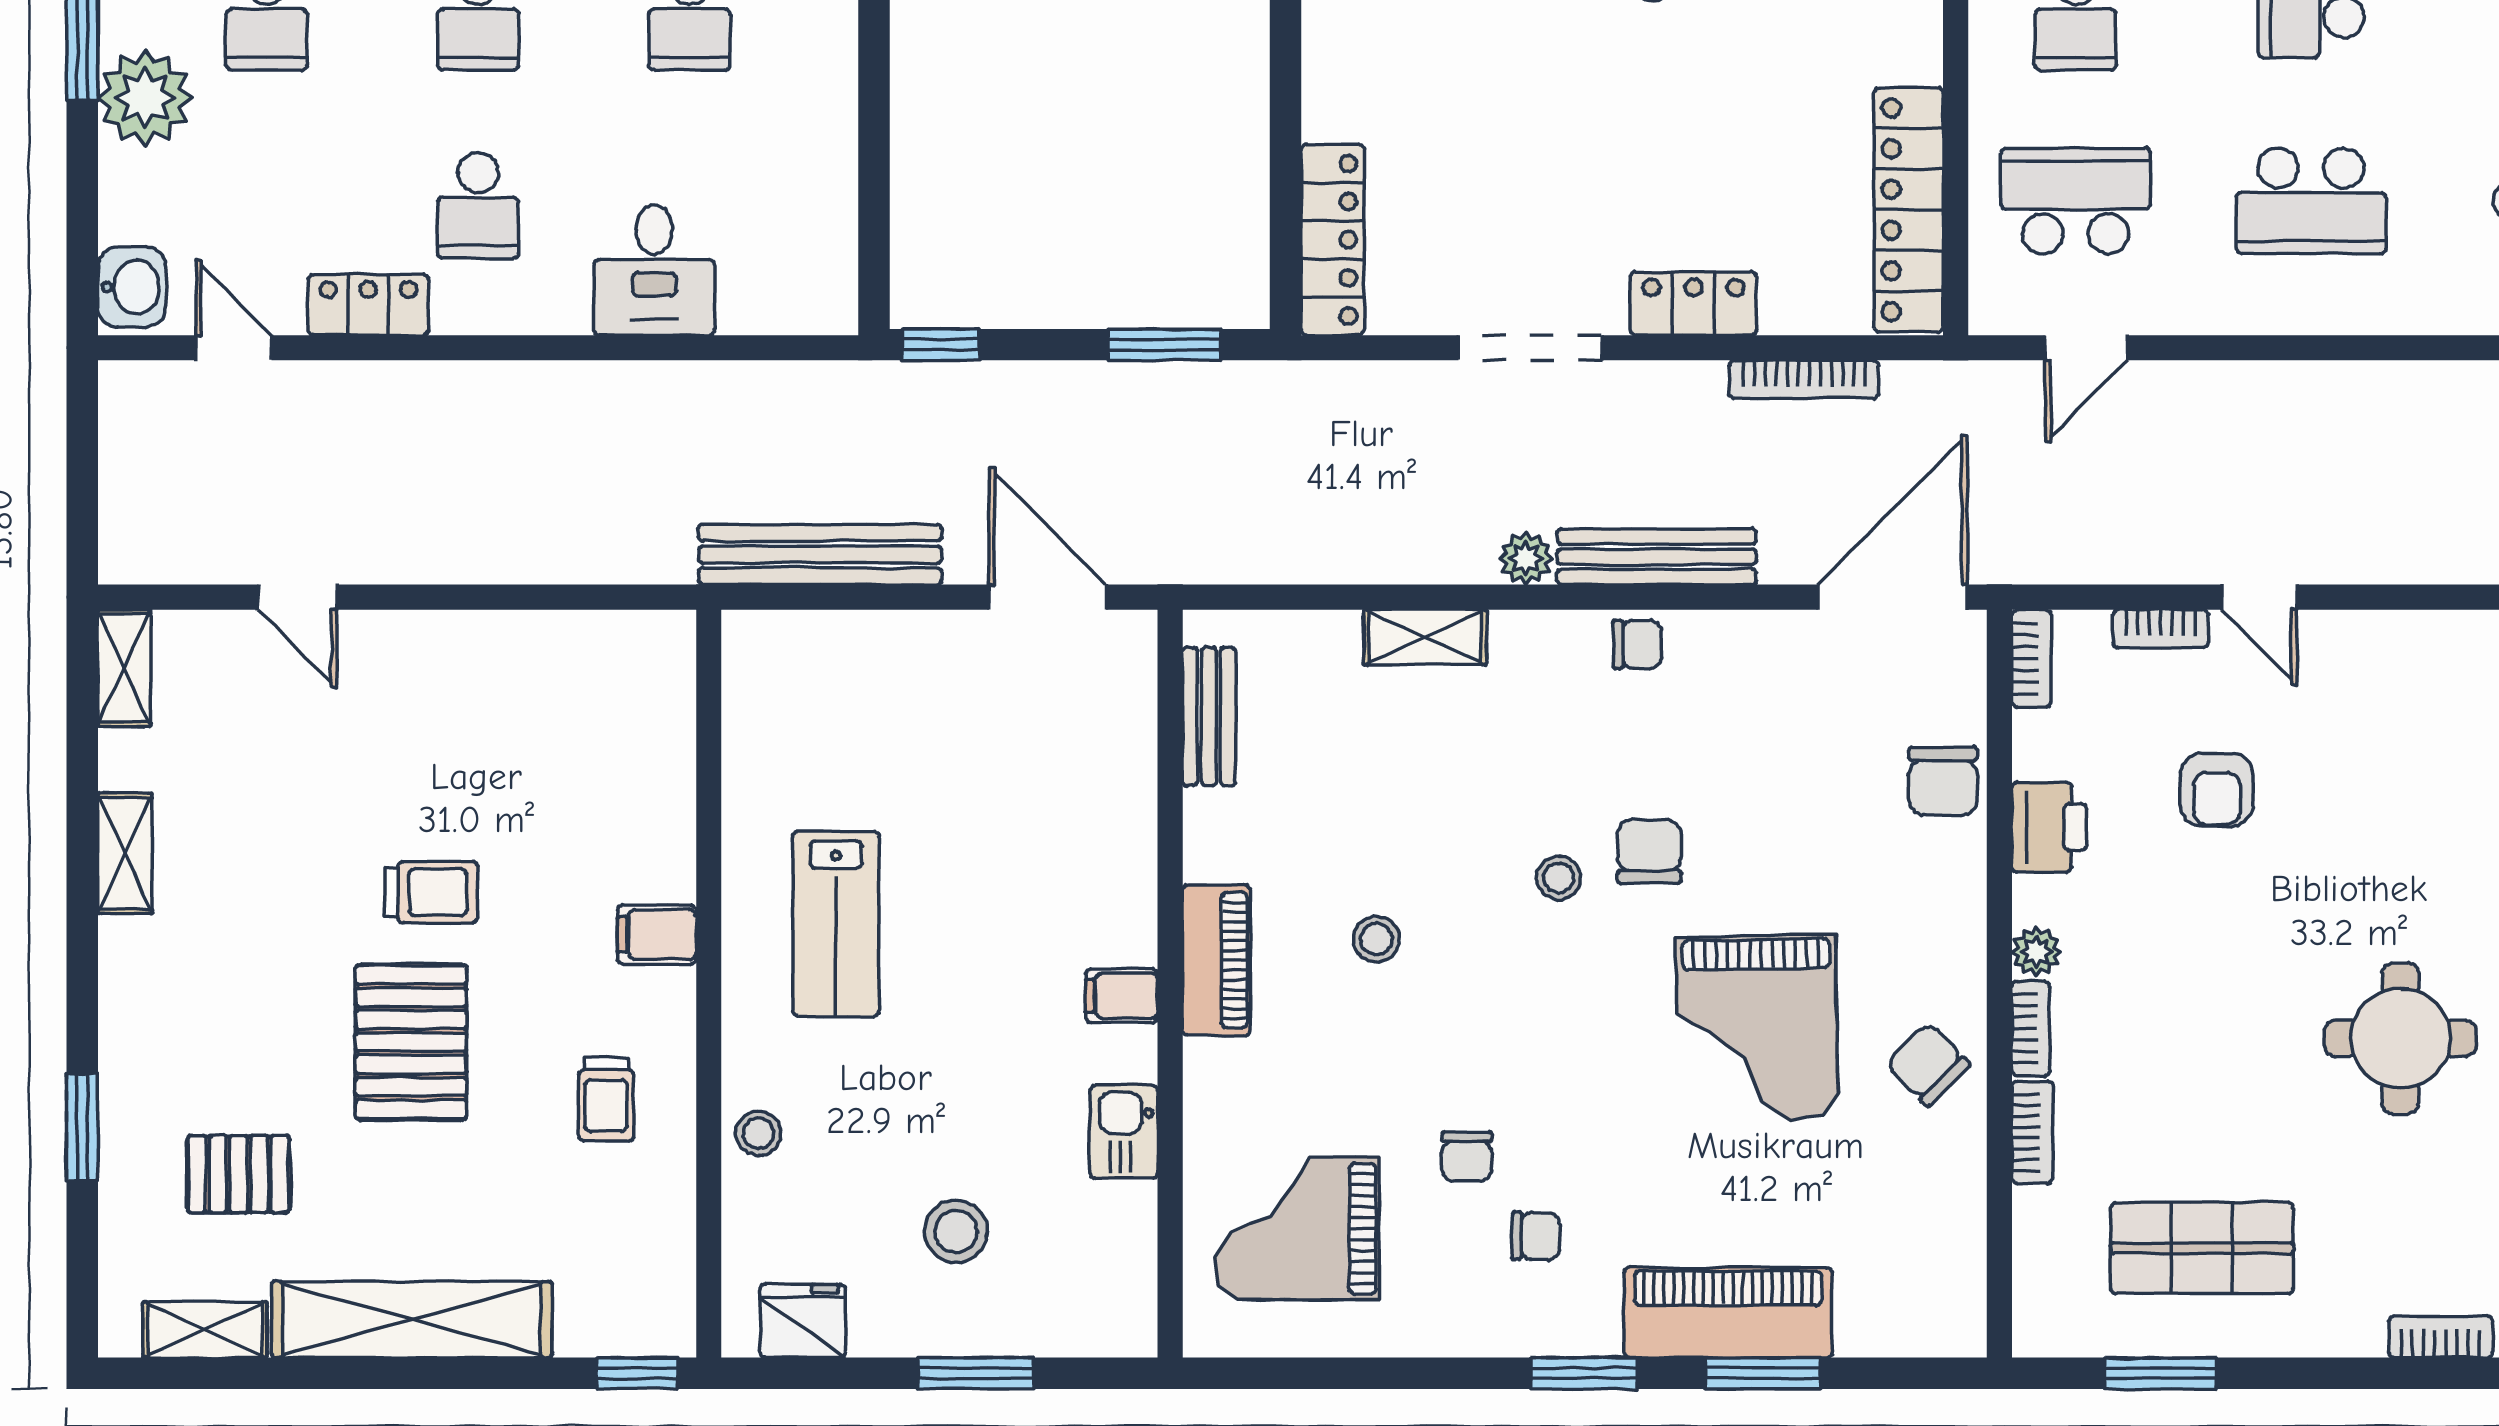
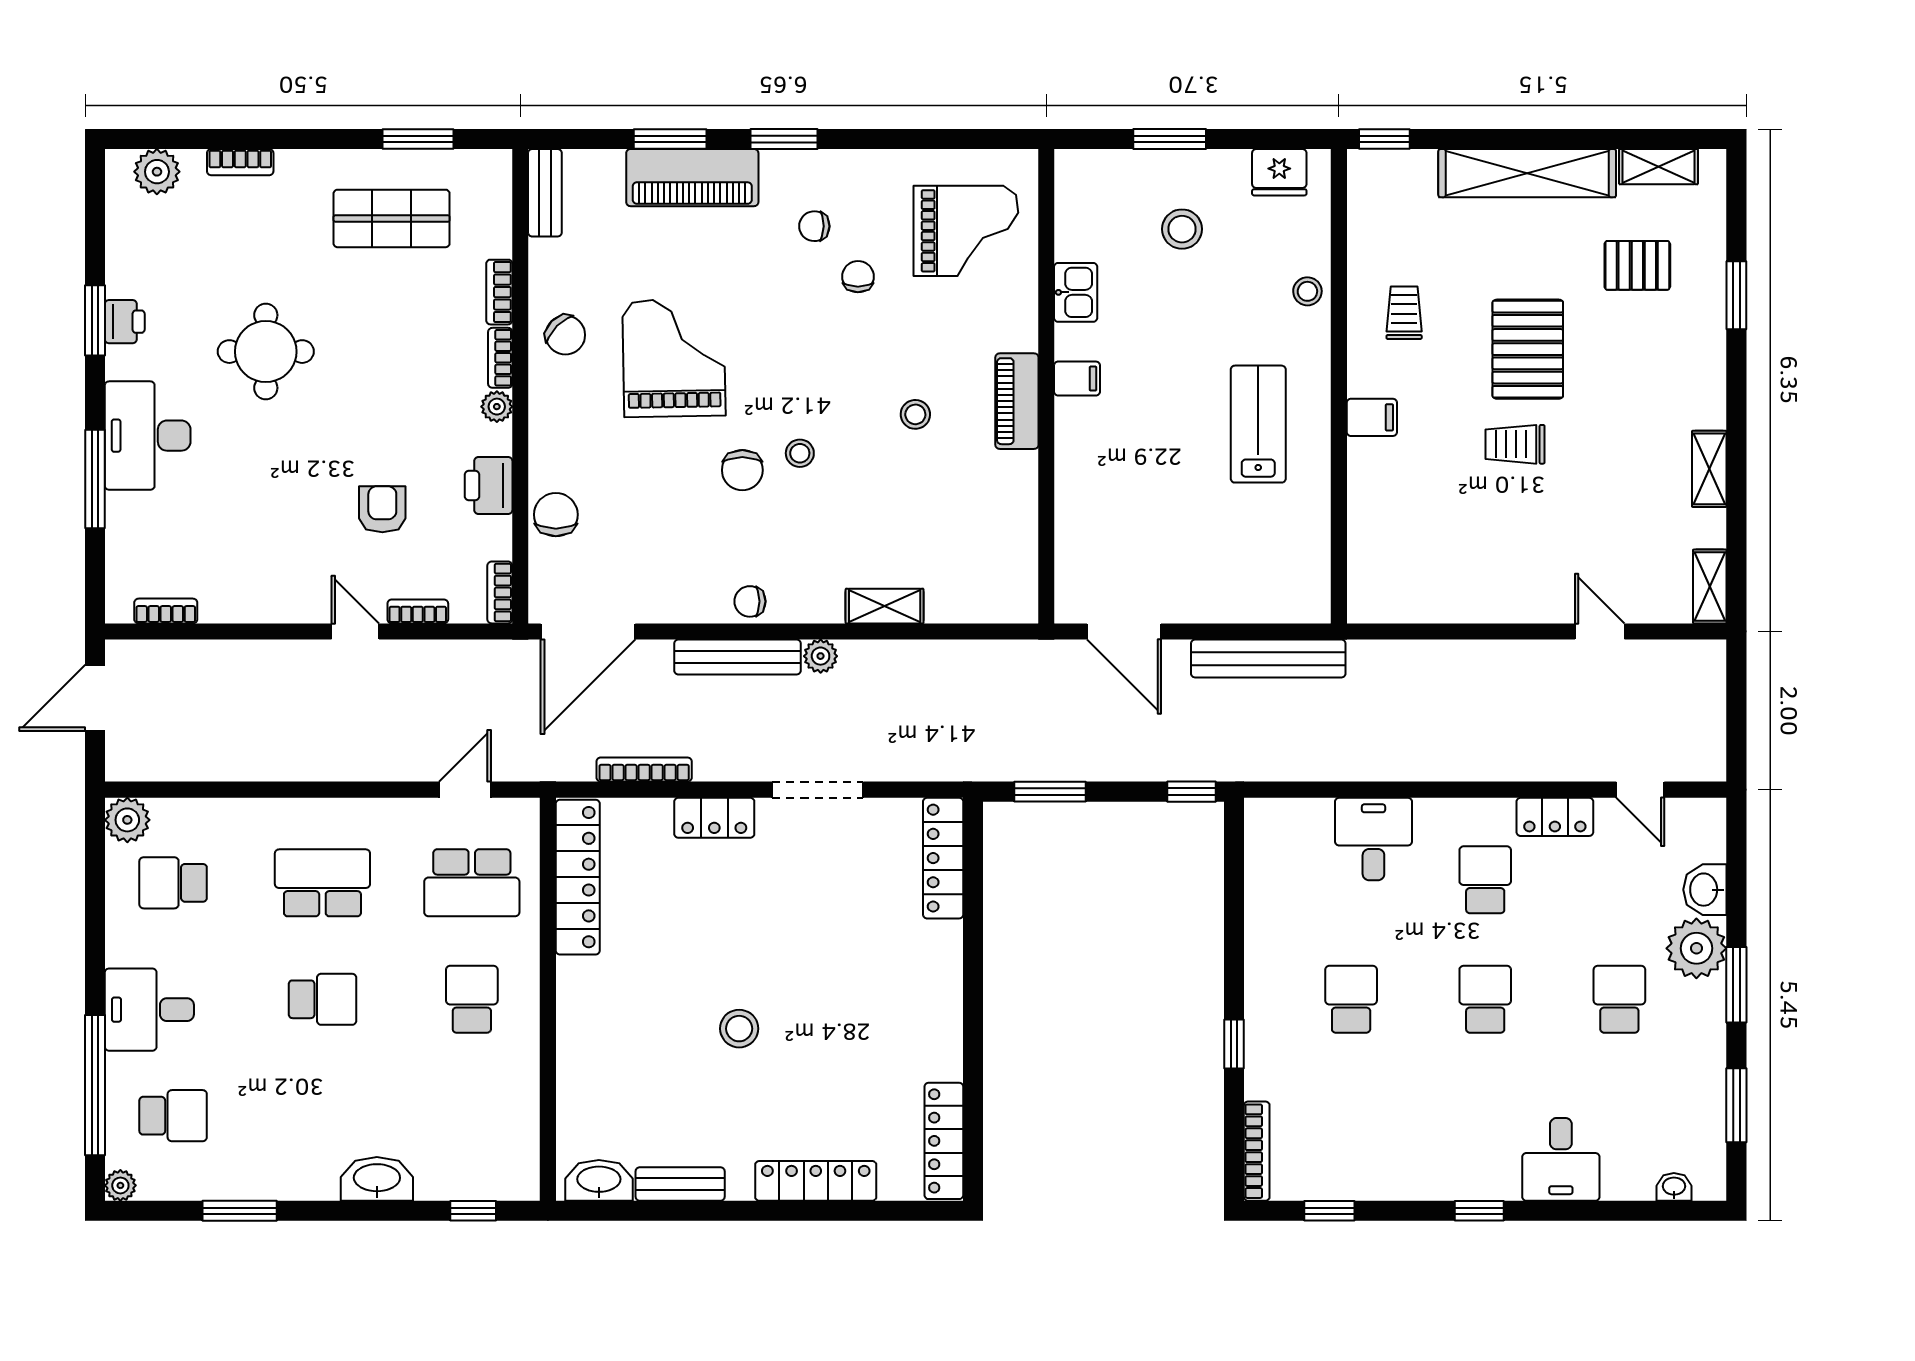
washbasin: (132, 287) -> (1705, 890), moved
bench: (1209, 717) -> (545, 193), moved

